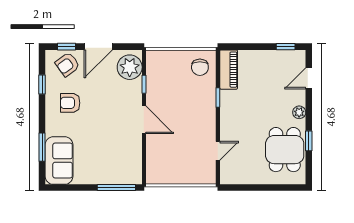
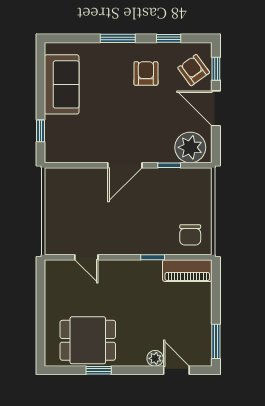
window: (286, 47) -> (216, 341), width x1.50
chair: (200, 67) -> (190, 235), turned -90
plant: (299, 112) -> (155, 358), moved
window: (42, 147) -> (118, 38), moved
sofa: (59, 161) -> (62, 84), moved, turned -90
window: (116, 188) -> (41, 131), width x0.46

